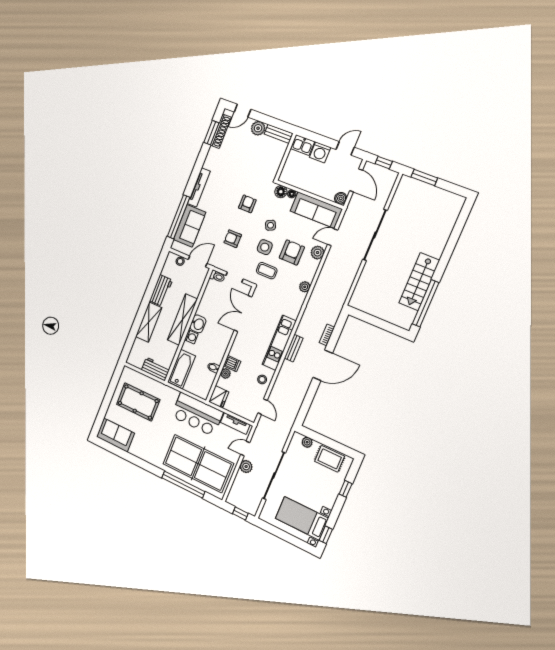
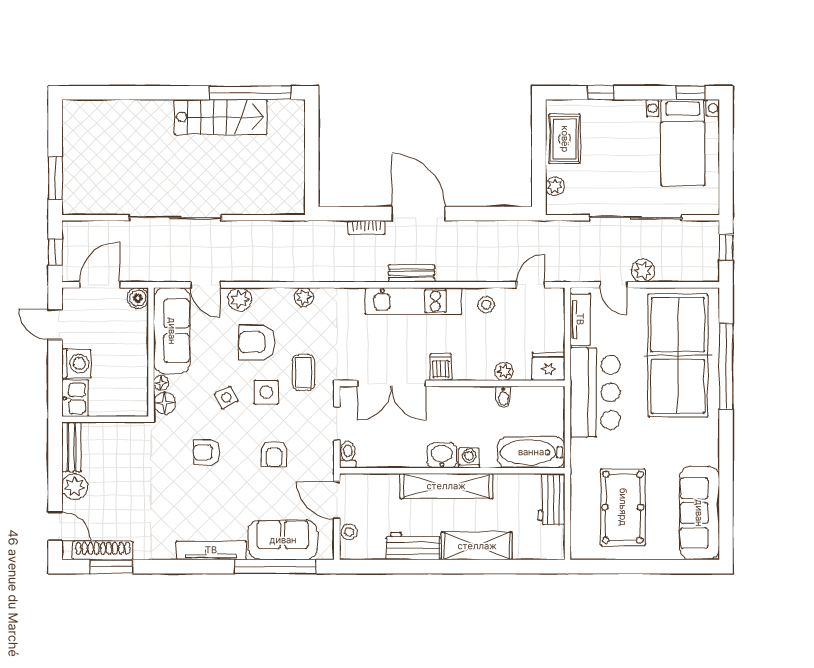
dishwasher: (232, 364) -> (441, 367), moved
sofa: (115, 435) -> (699, 513), width x1.36

